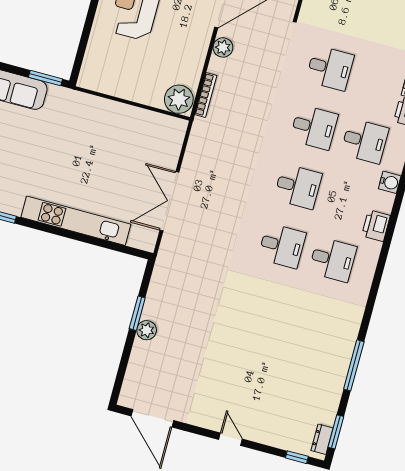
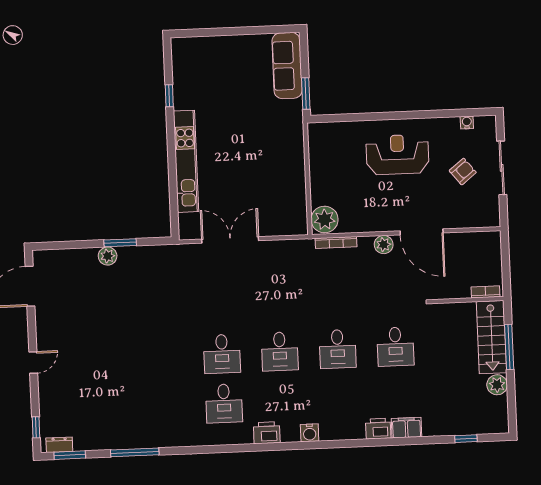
desk: (365, 141) -> (340, 399), removed

